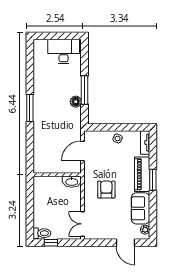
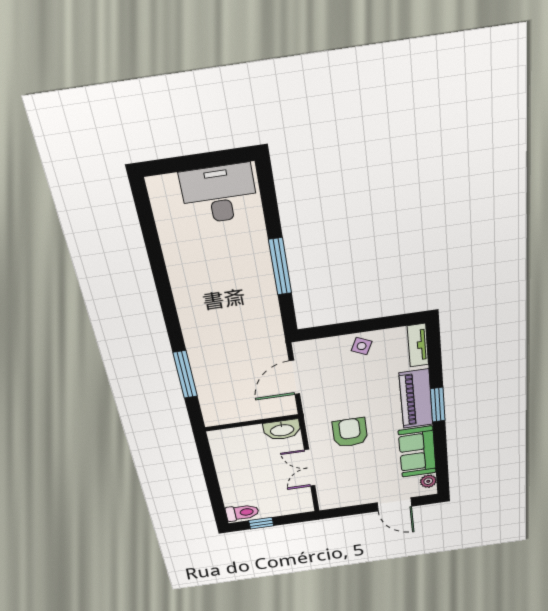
floor lamp: (76, 102) -> (265, 292), removed
window: (30, 108) -> (185, 375), moved
double door: (83, 224) -> (310, 468), moved

